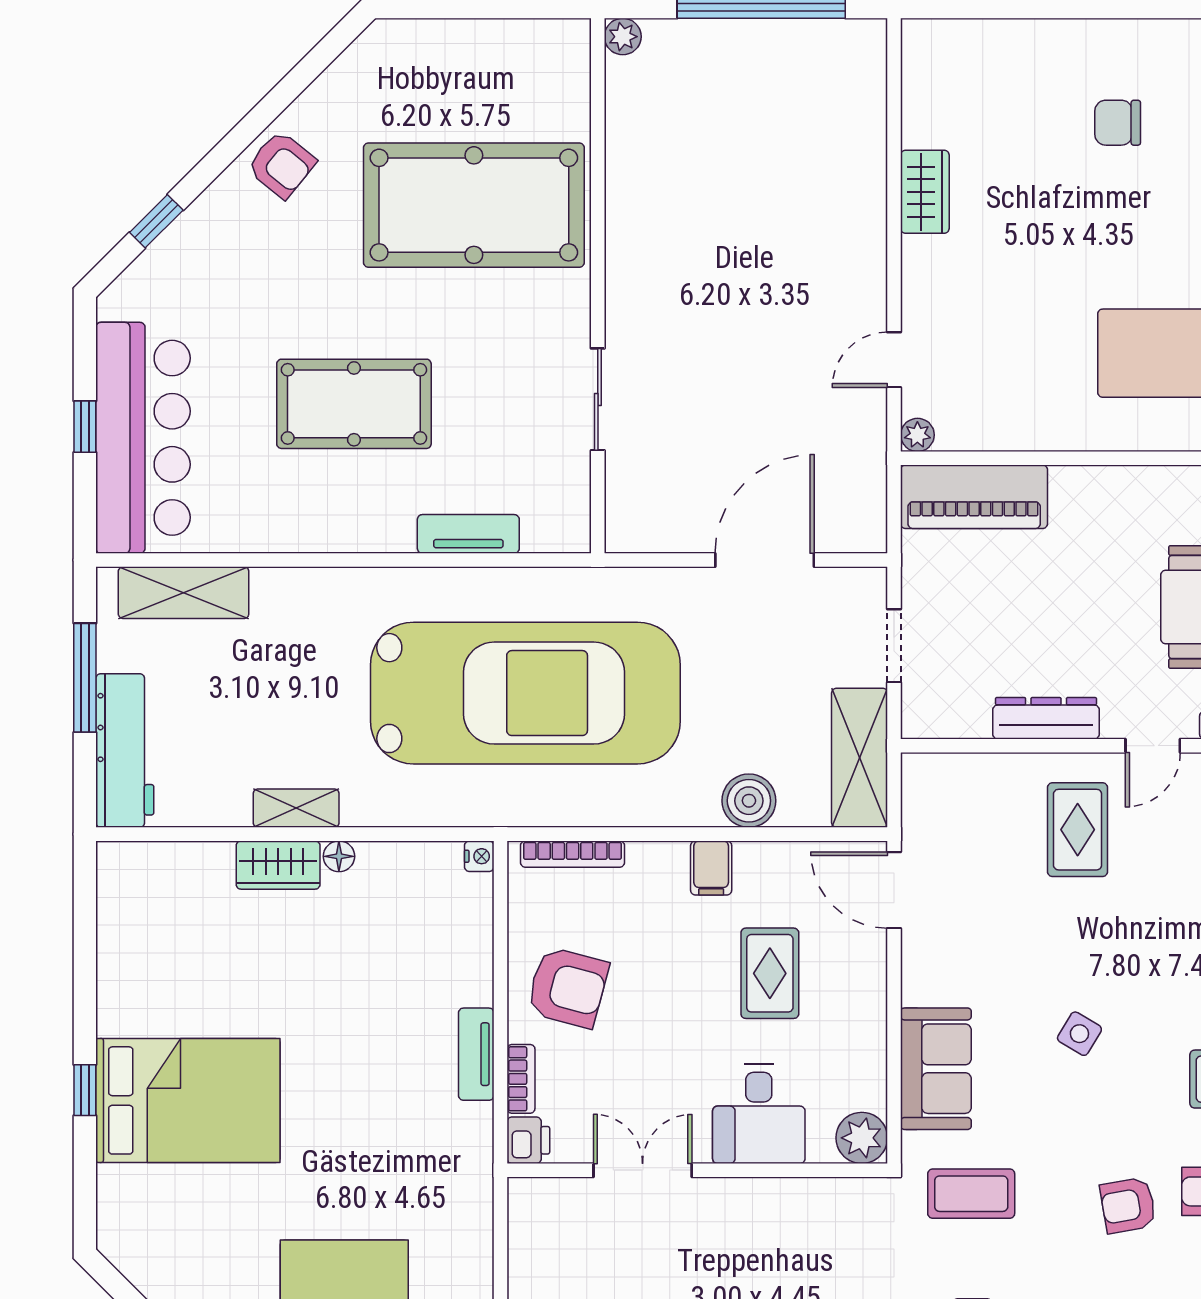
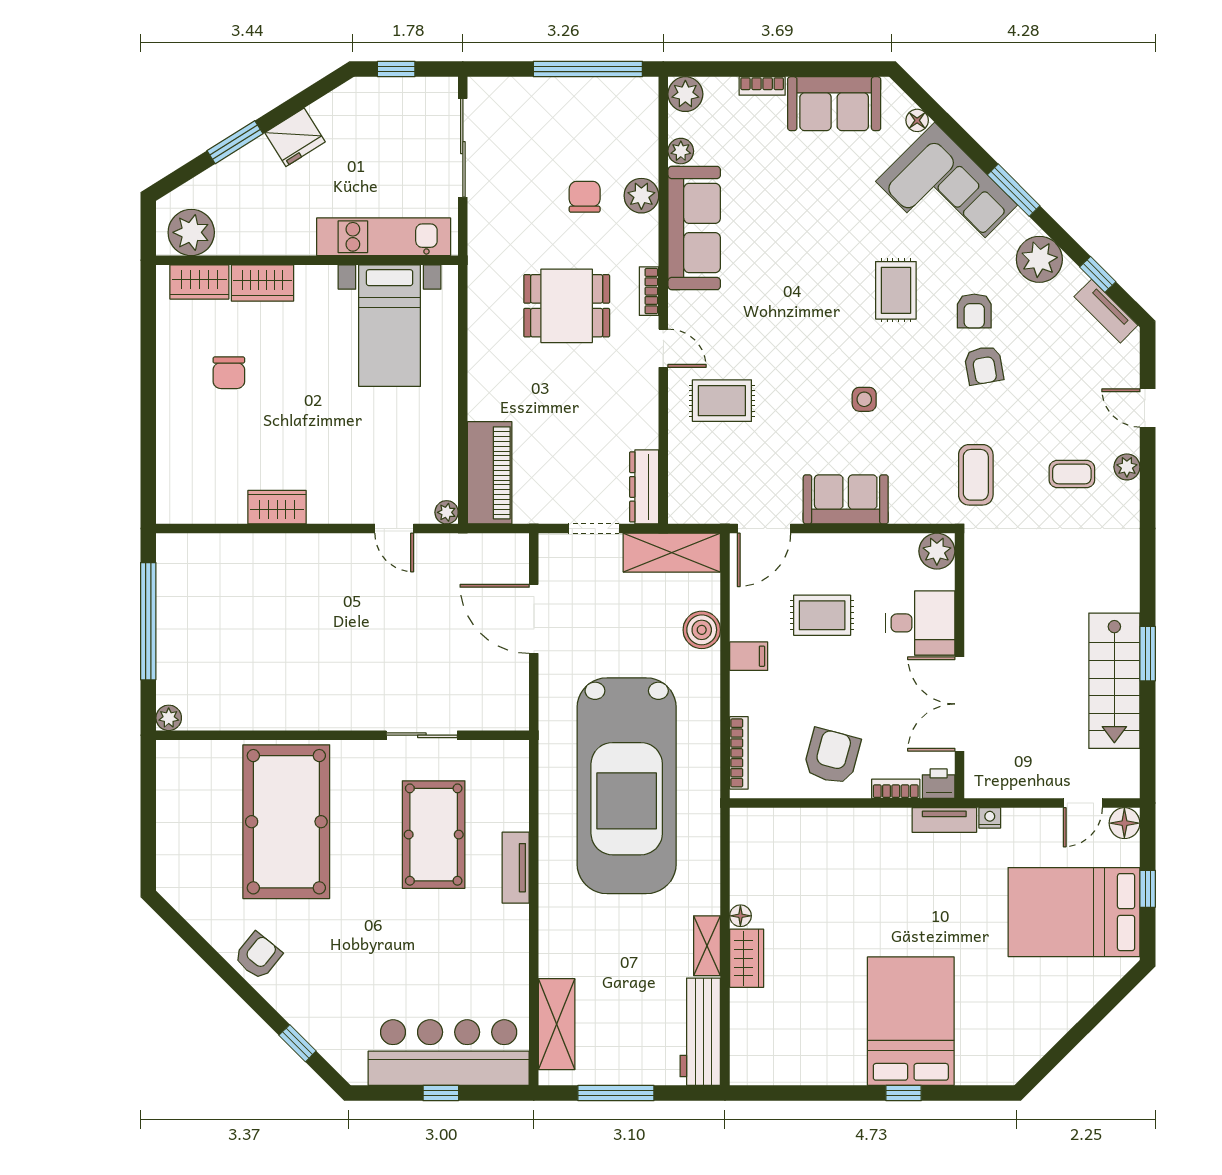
pool table: (354, 404) -> (434, 835), moved
tv unit: (468, 534) -> (516, 868), moved
car: (525, 693) -> (627, 786), turned 180
dresser: (1046, 718) -> (644, 487), moved
workbench: (125, 751) -> (700, 1032), moved, turned -90
nightstand: (479, 856) -> (990, 818), moved
side table: (1079, 1034) -> (864, 399), turned -31
tv unit: (476, 1054) -> (944, 820), moved
sofa: (936, 1069) -> (846, 499), moved
double door: (643, 1170) -> (959, 704), width x1.37

